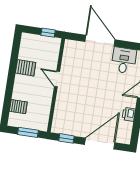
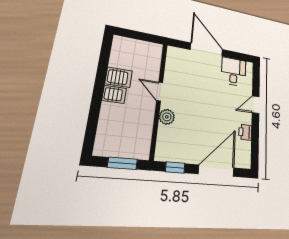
window: (48, 33) -> (147, 37), removed
plant: (62, 99) -> (167, 117), added
server rack: (18, 107) -> (114, 94), moved

